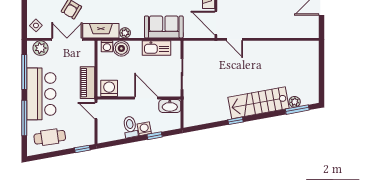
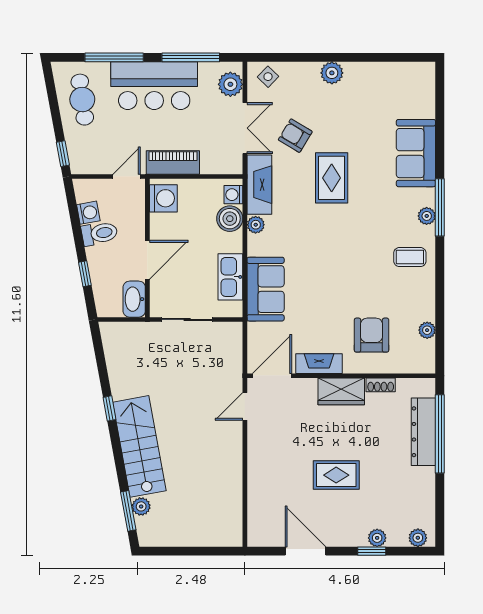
washing machine: (144, 129) -> (88, 213), moved

